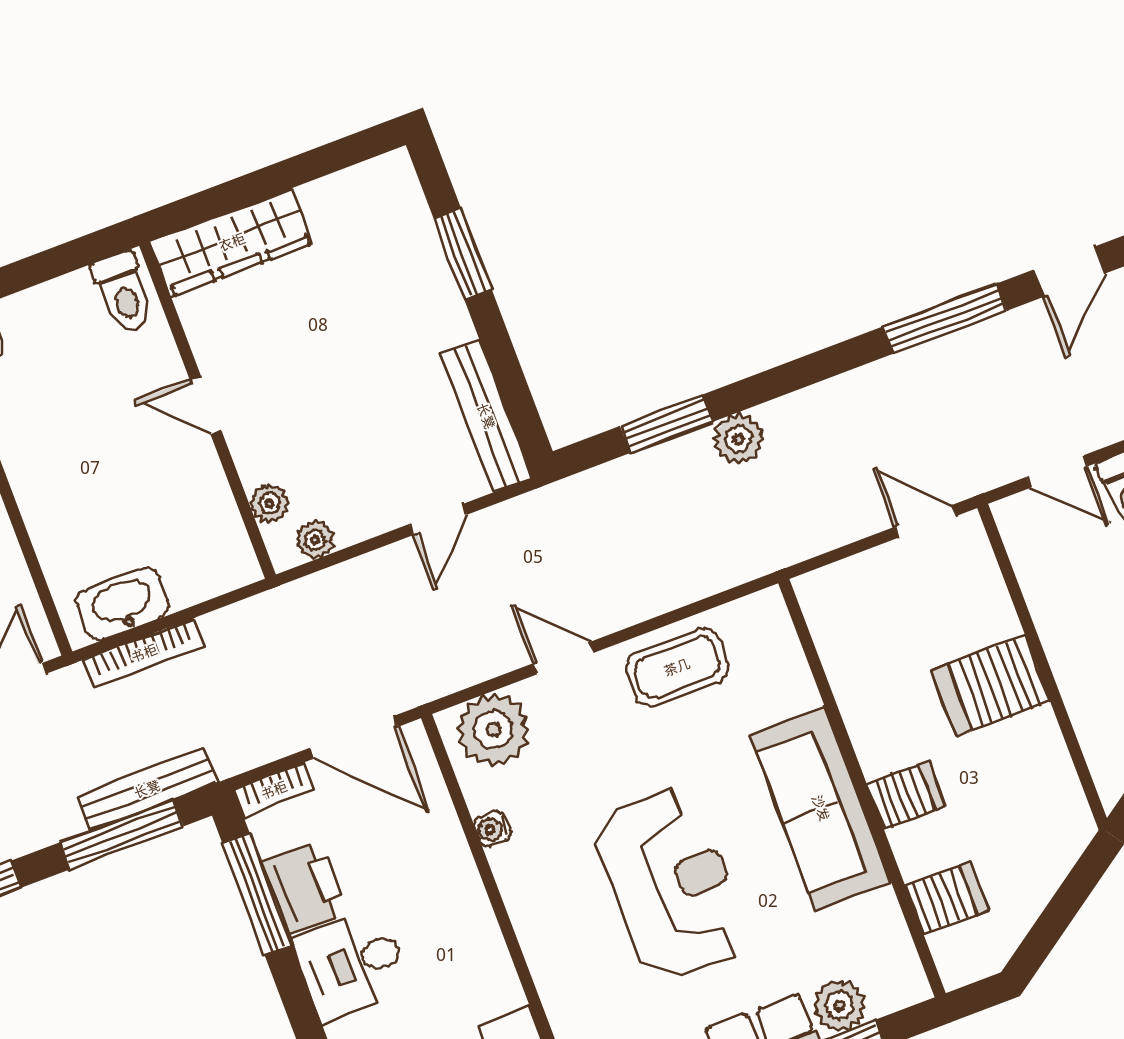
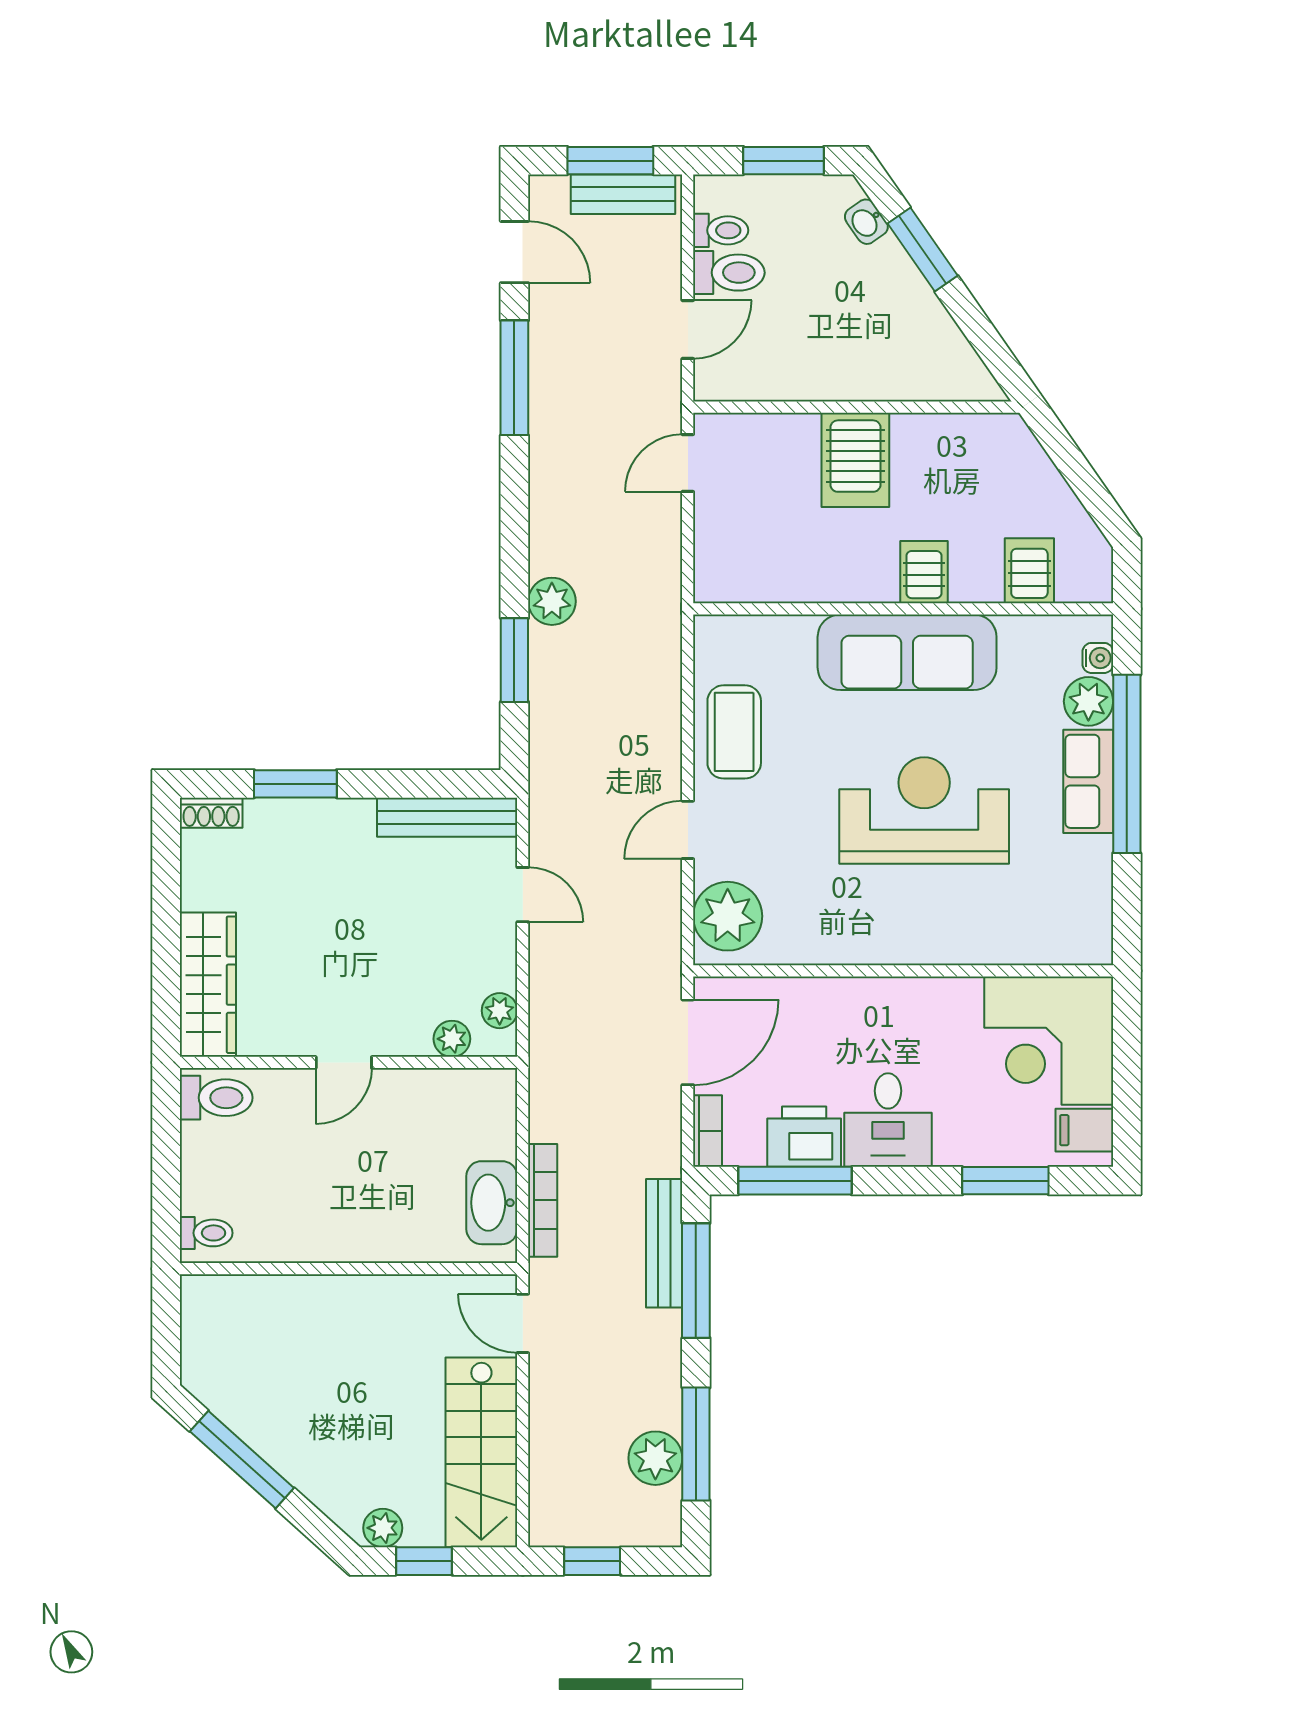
shoe rack: (403, 181) -> (211, 813), added
water cooler: (492, 829) -> (1098, 658), moved, turned -90

